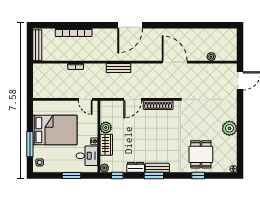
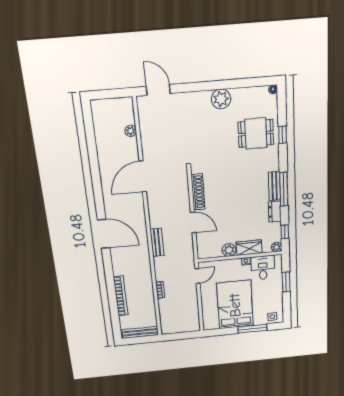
window: (154, 175) -> (284, 189), width x1.44

